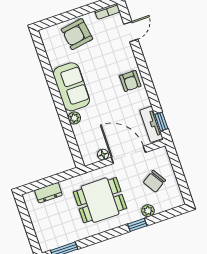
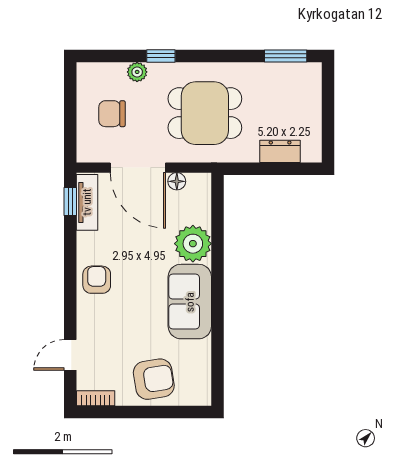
plant: (74, 118) -> (193, 244), width x1.87, depth x1.87
chair: (154, 181) -> (112, 114), turned -148

